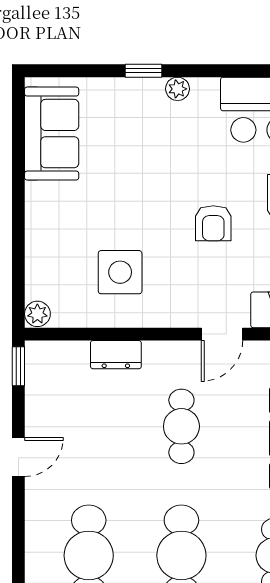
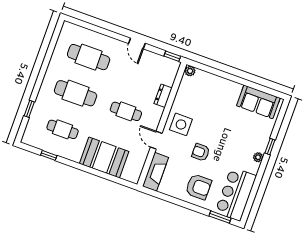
side table: (120, 272) -> (181, 124), moved

